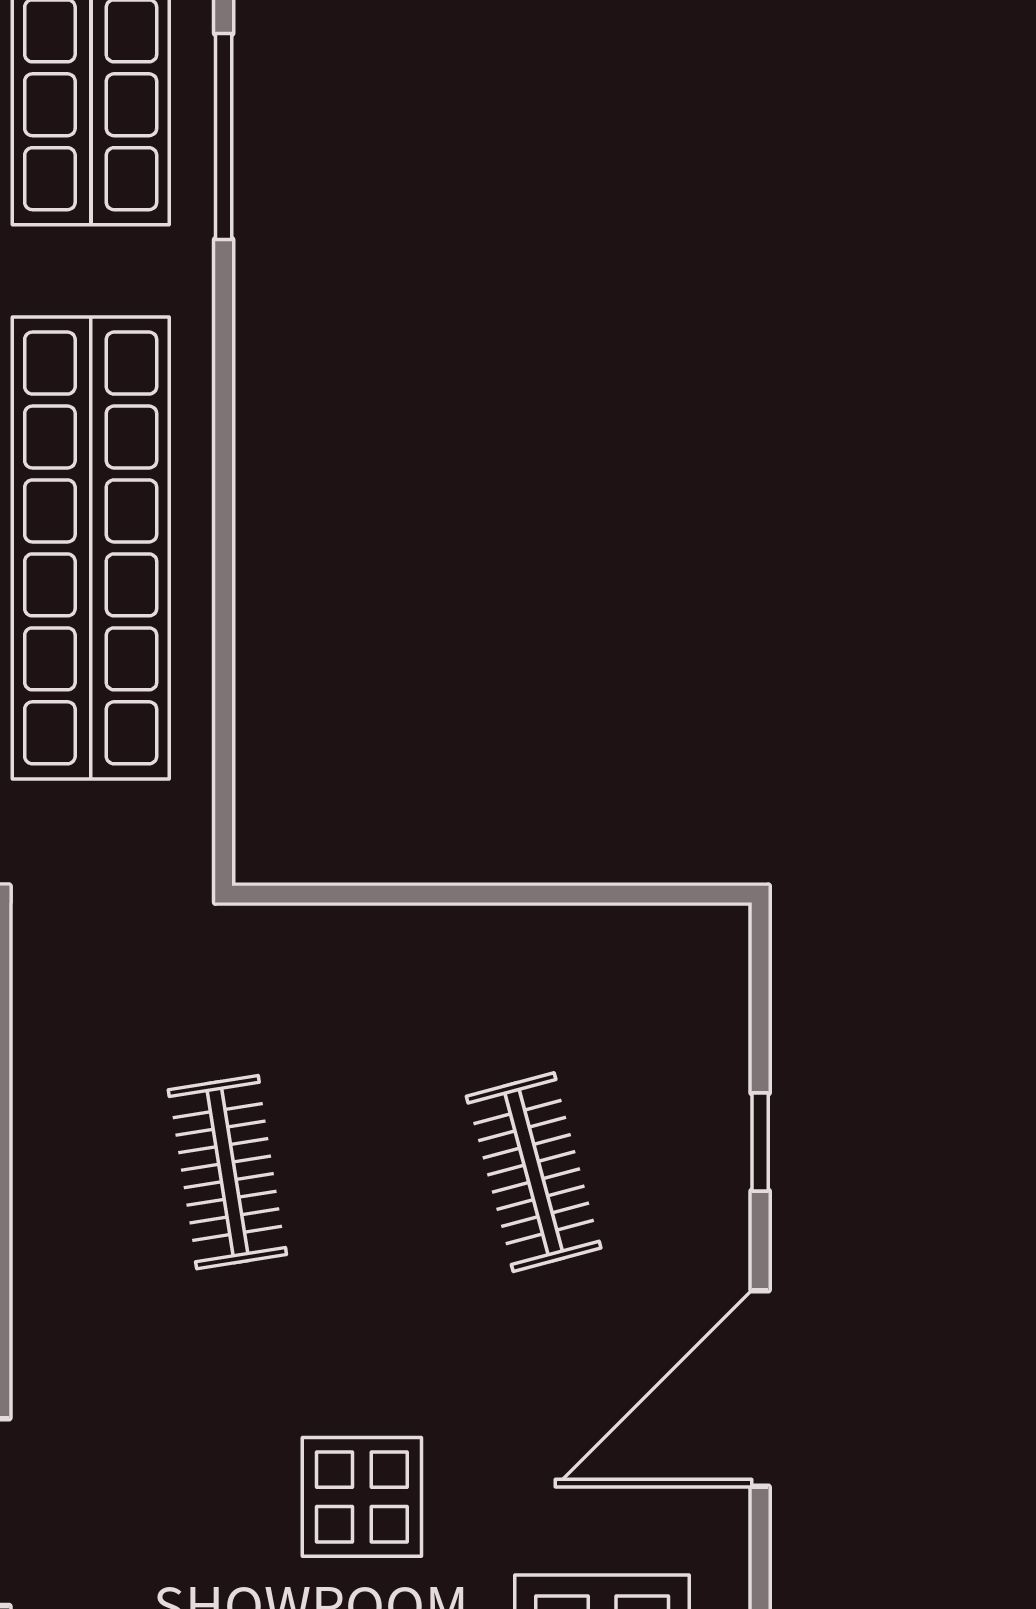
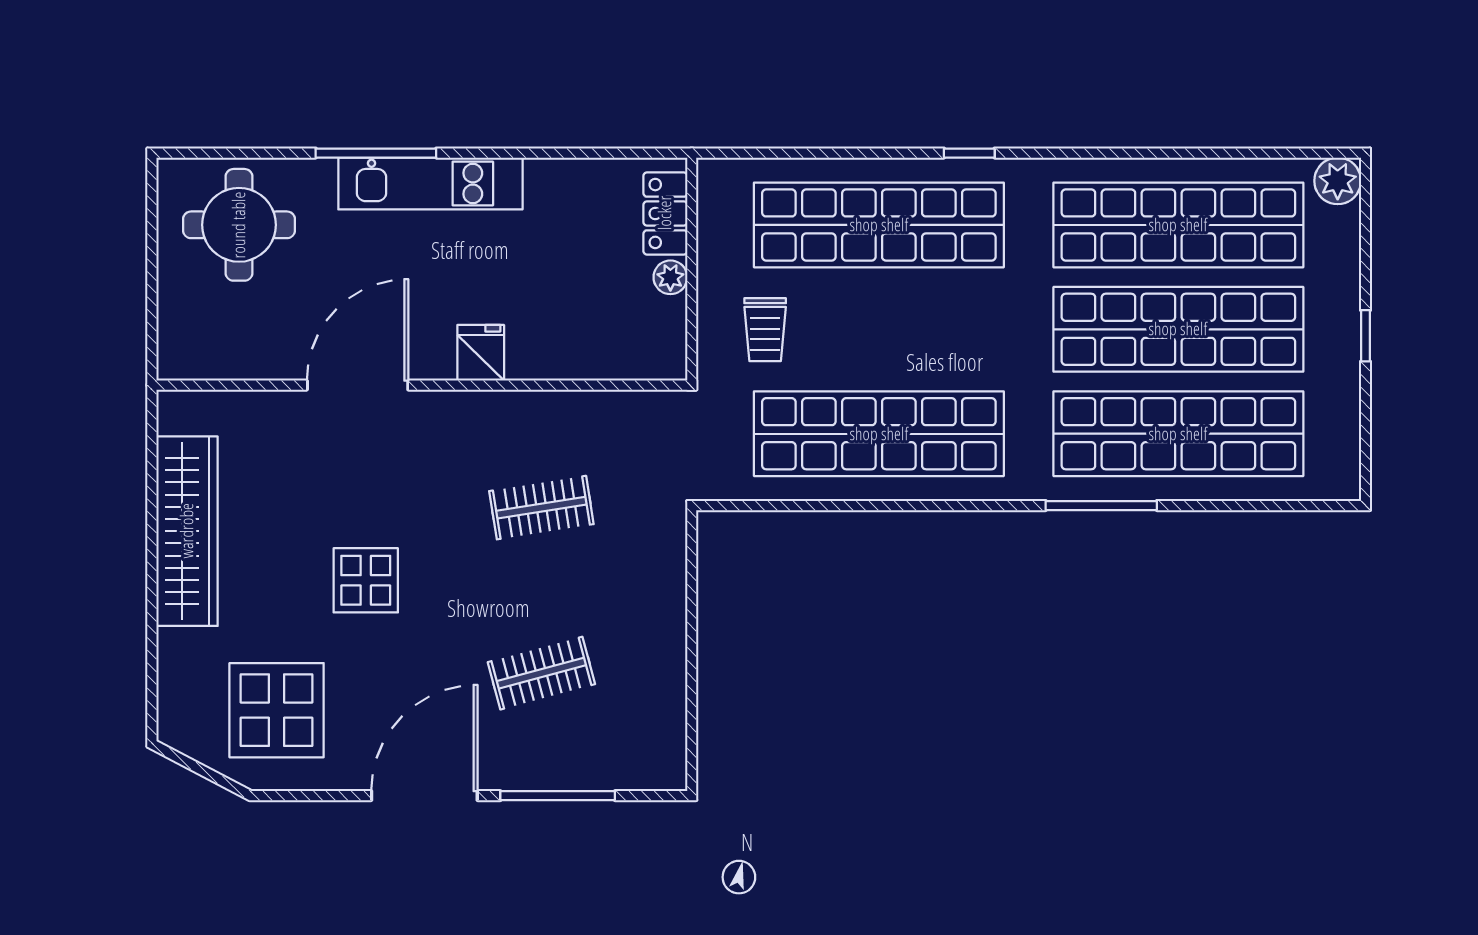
window: (760, 1142) -> (558, 796), width x2.17
door: (760, 1389) -> (424, 796), hinge flipped

